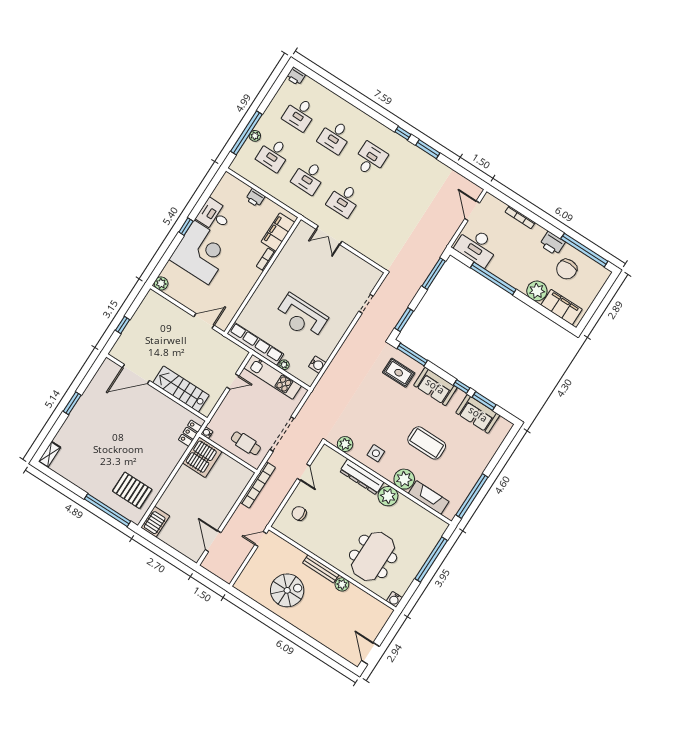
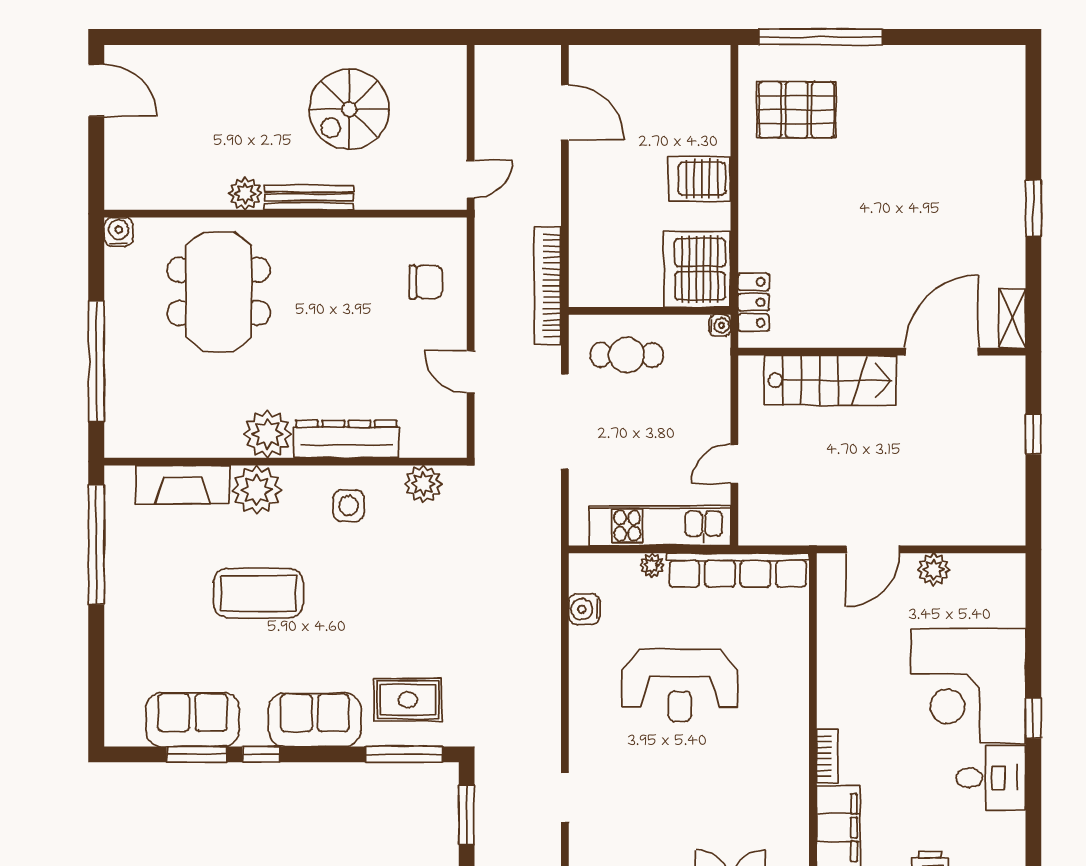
plant: (161, 284) -> (934, 569), moved
reception desk: (301, 317) -> (680, 685), turned 180
shelving: (50, 454) -> (1012, 318), moved
server rack: (155, 522) -> (699, 179), moved, turned 90

